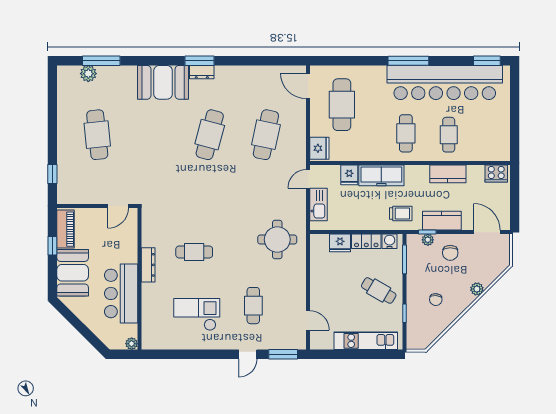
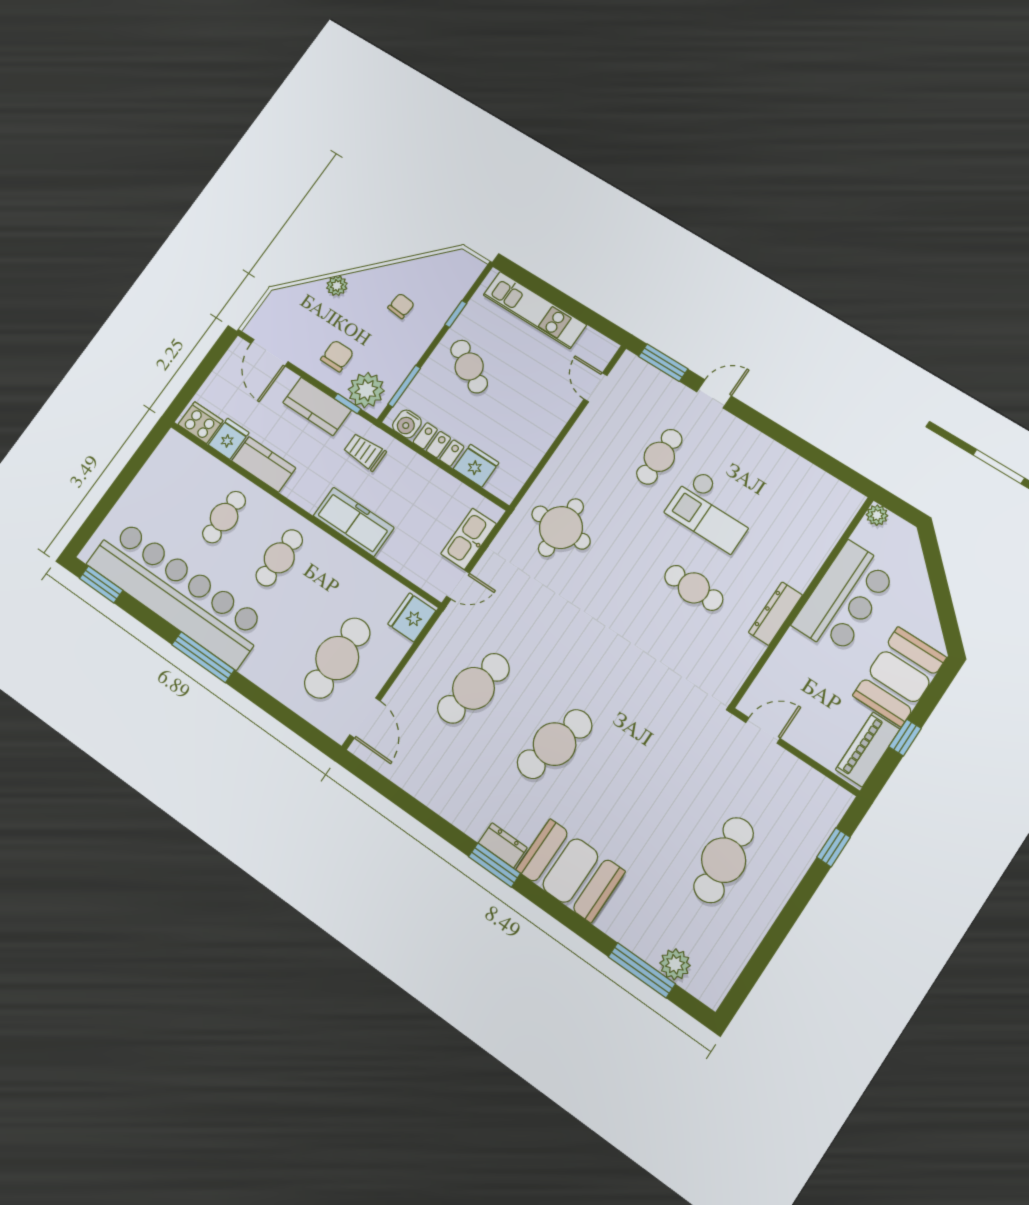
fridge: (349, 175) -> (229, 439), moved
plant: (428, 240) -> (366, 390), width x1.88, depth x1.88
checkout: (197, 315) -> (713, 511), moved

